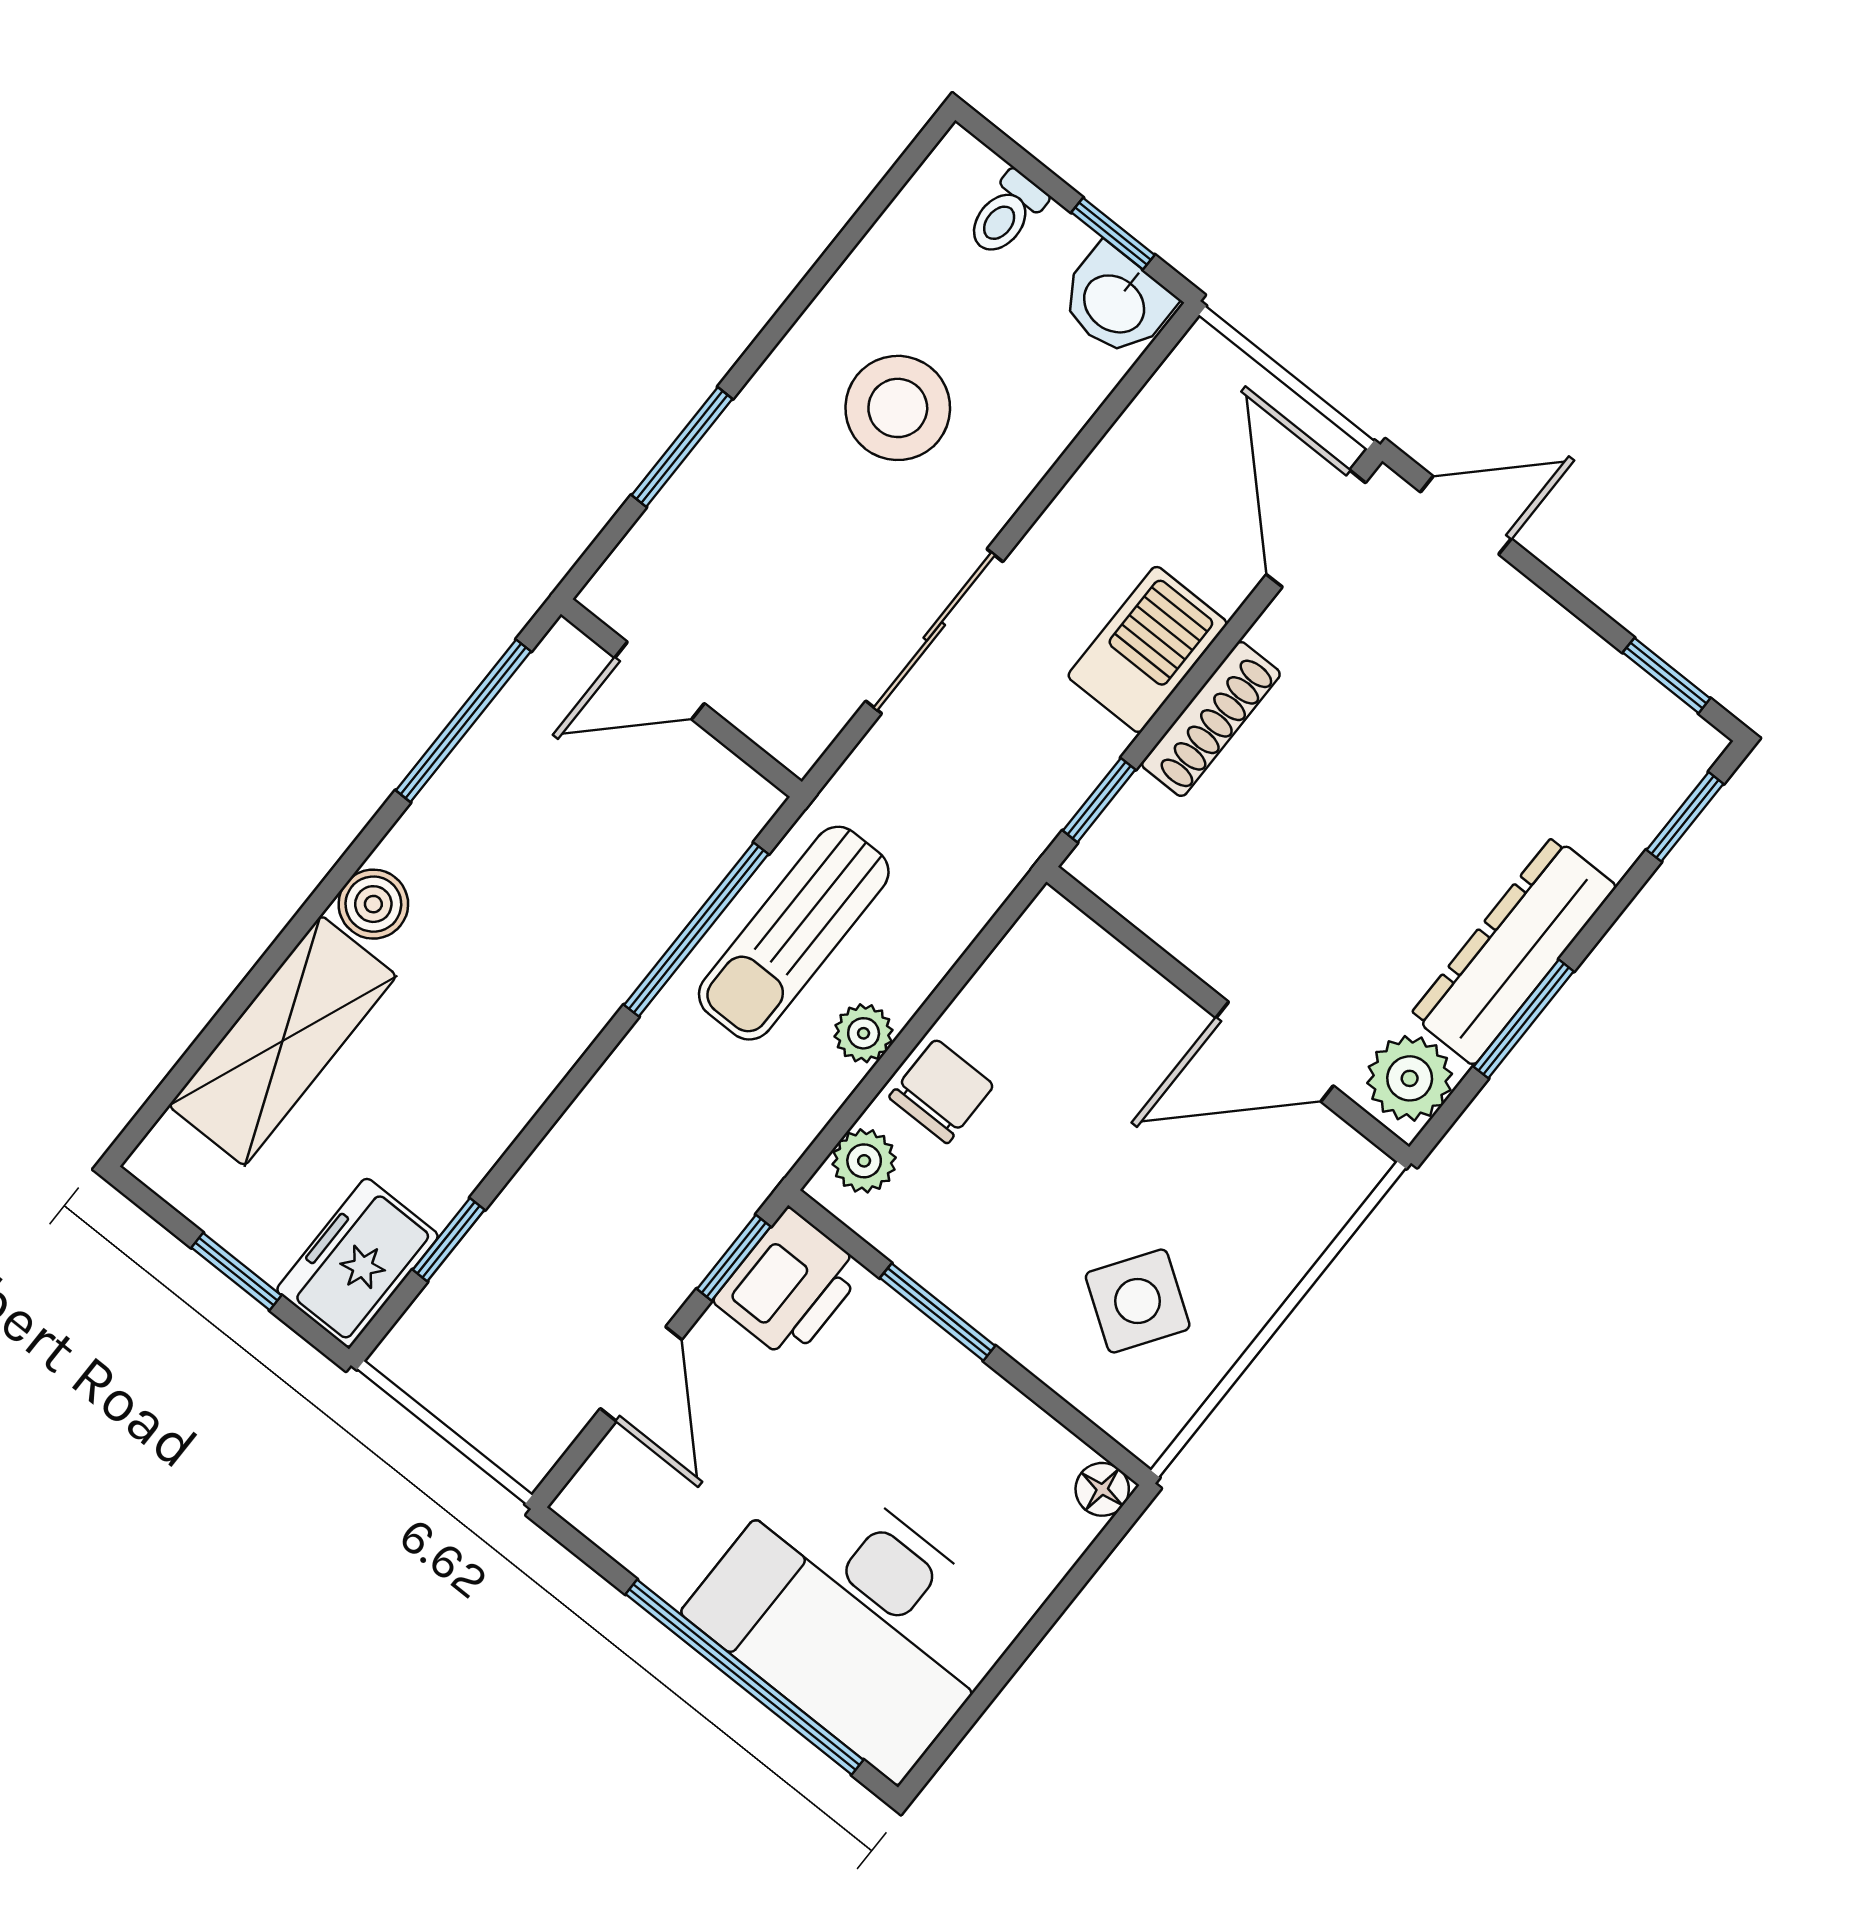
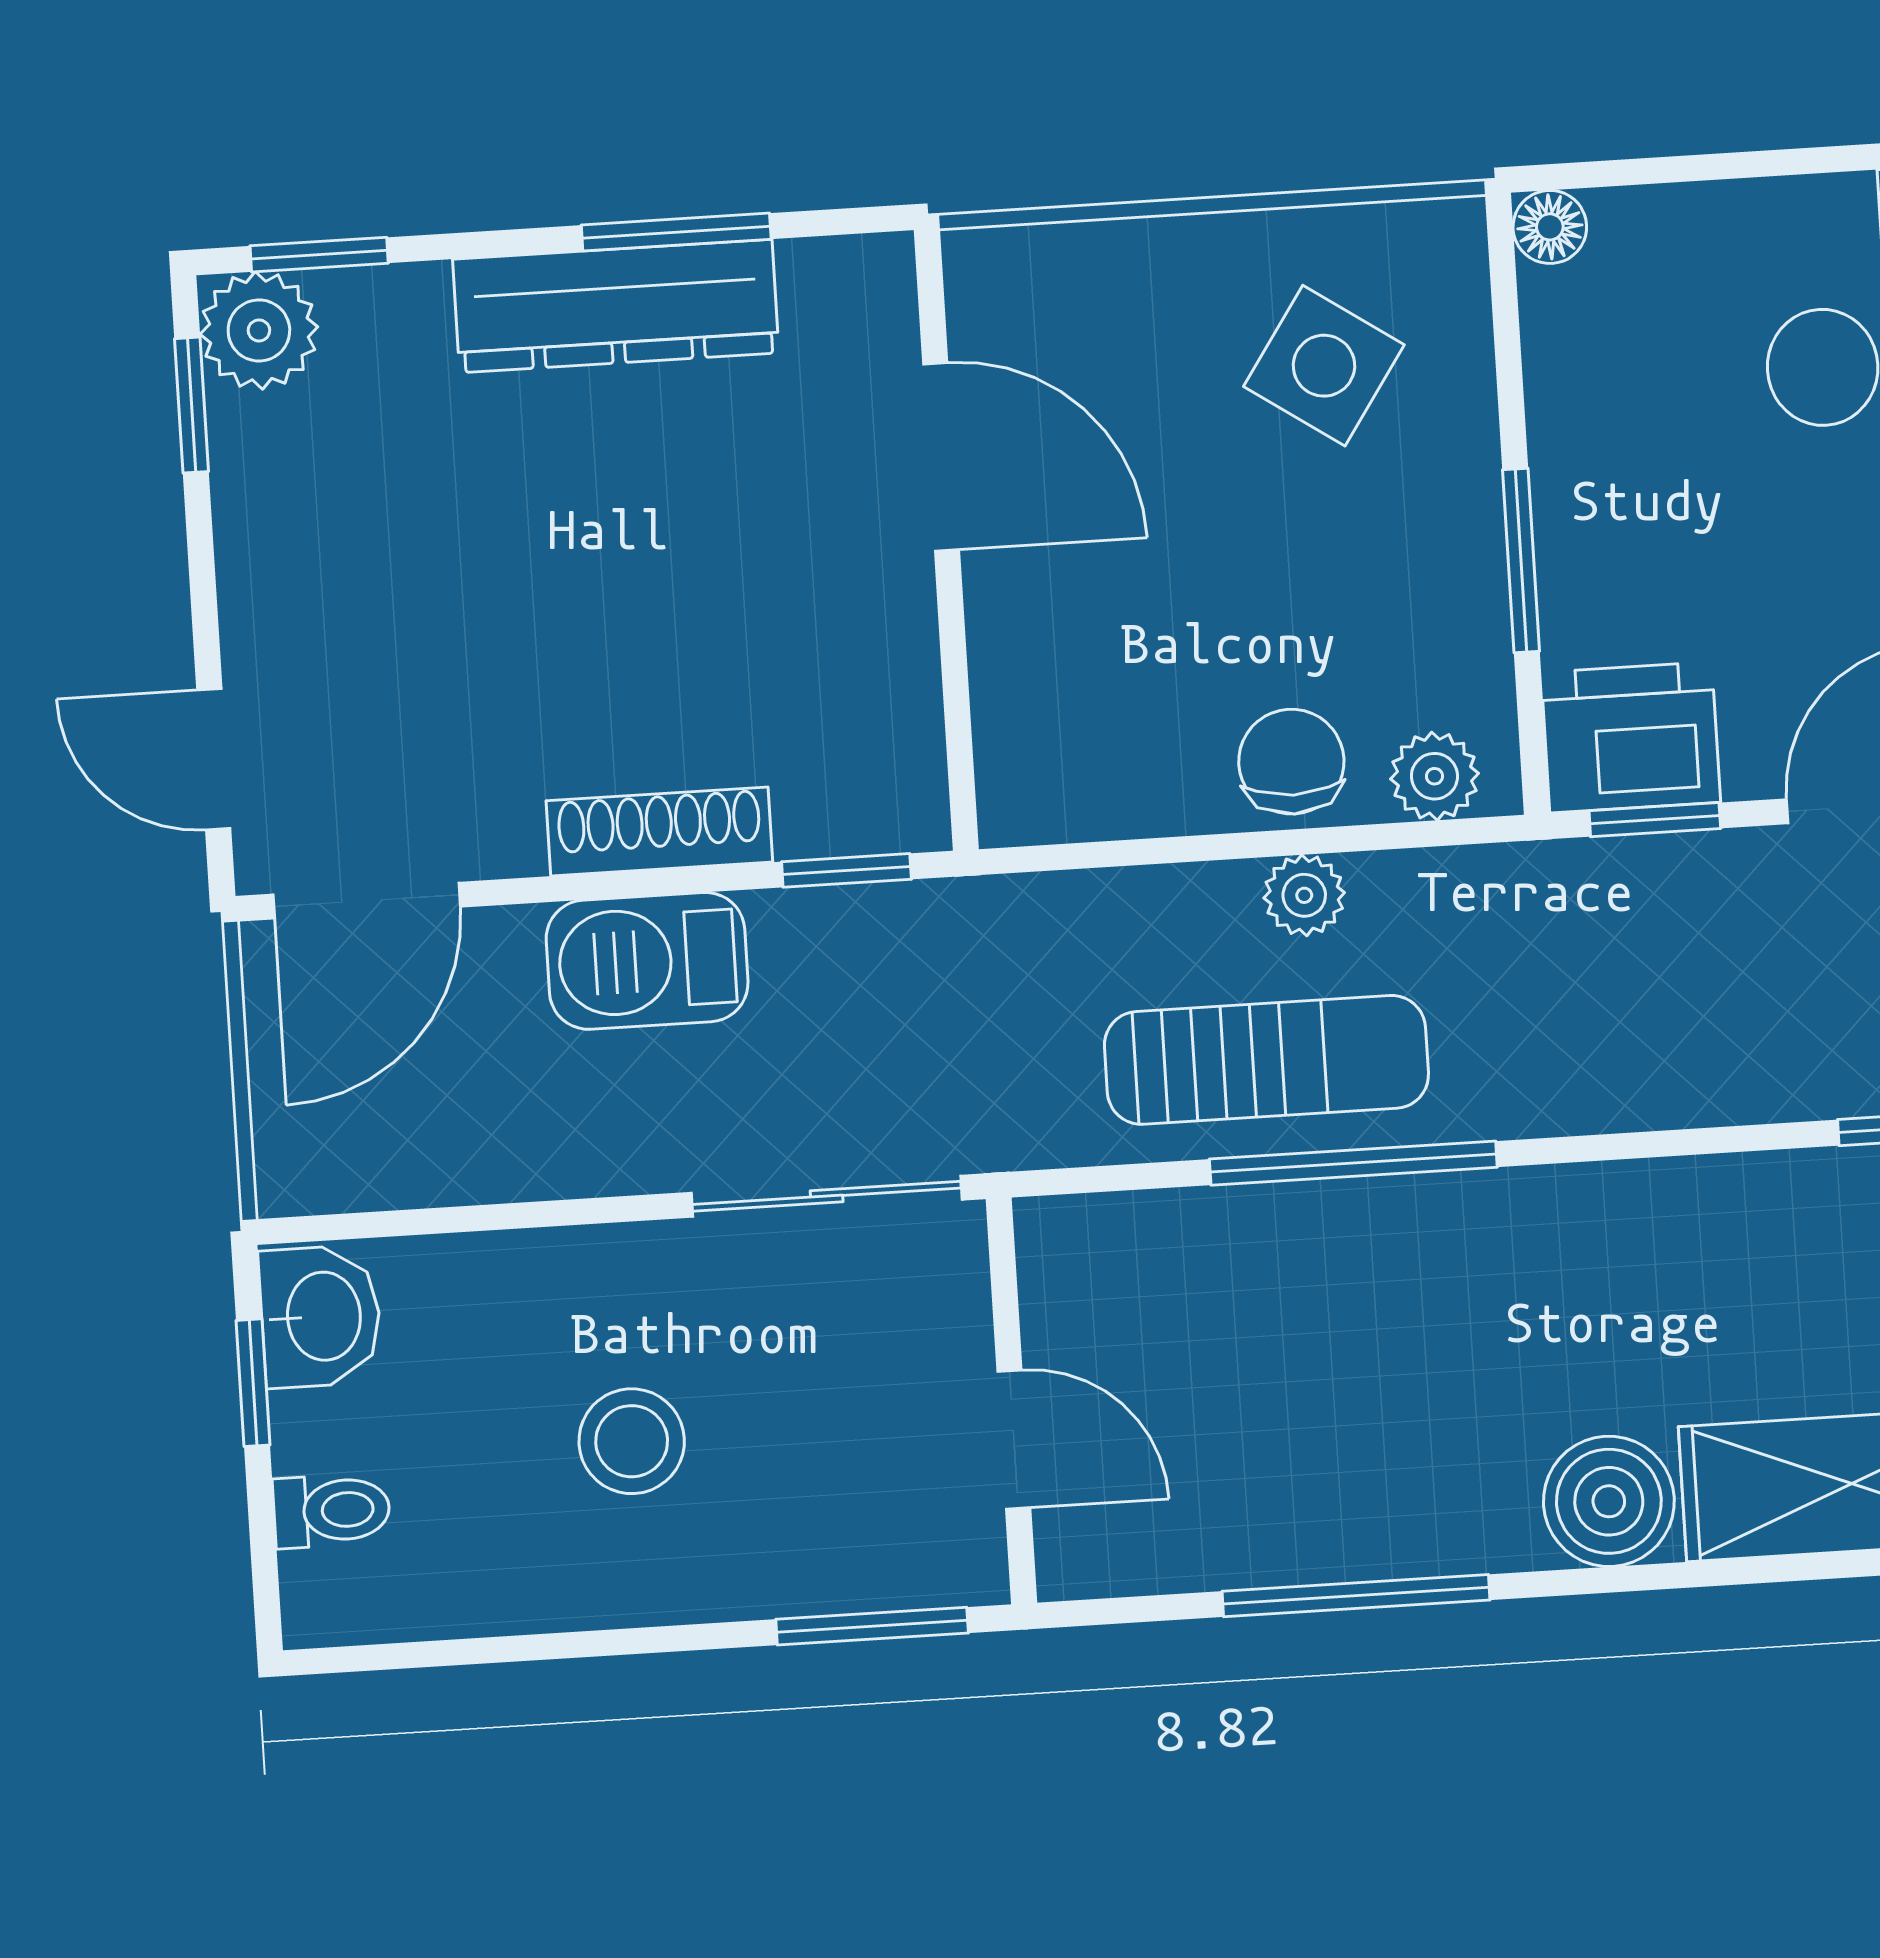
stool: (898, 408) -> (632, 1441), width x0.73, depth x0.73
door: (660, 681) -> (1014, 1439), moved
wall: (681, 698) -> (1011, 1401), moved
boiler: (373, 904) -> (1609, 1501), width x1.36, depth x1.36
plant: (1410, 1078) -> (259, 330), moved
chair: (941, 1091) -> (1291, 762), turned 90

